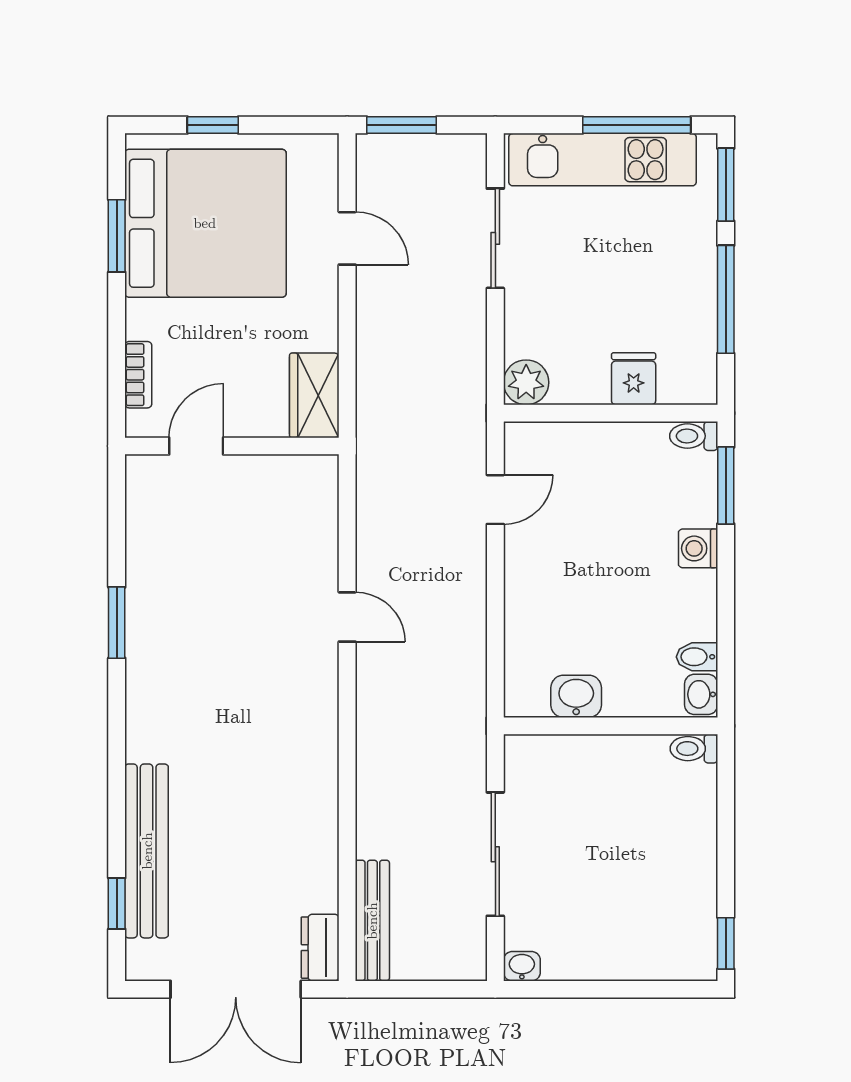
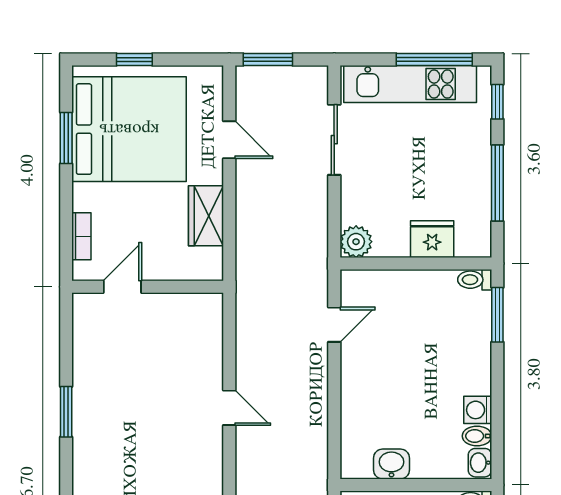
window: (726, 185) -> (497, 102), width x0.67
fridge: (634, 379) -> (432, 239), width x1.38
wardrobe: (314, 395) -> (206, 216), moved
washing machine: (698, 548) -> (478, 410), moved

